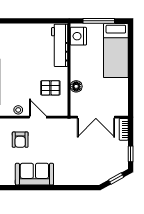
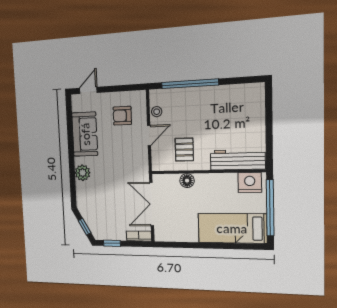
window: (99, 21) -> (270, 208), width x1.46
plant: (68, 178) -> (83, 173), added

